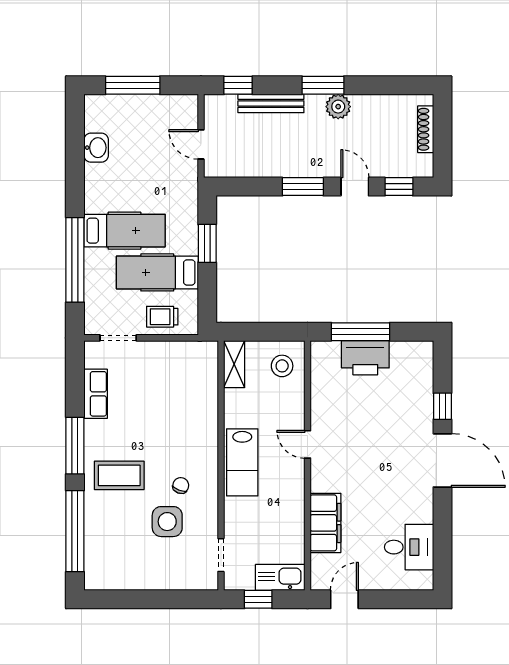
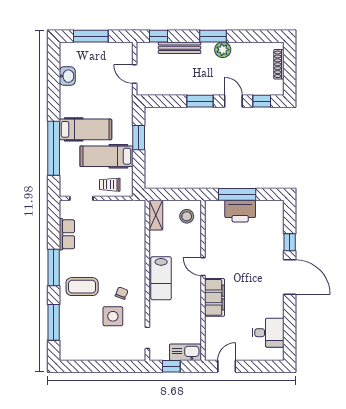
filing cabinet: (325, 523) -> (215, 297), moved
window: (75, 531) -> (54, 322), width x0.68

